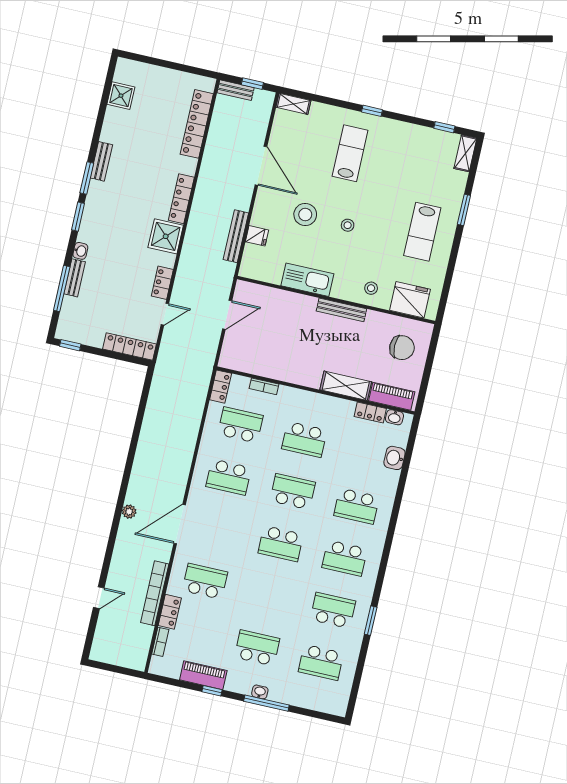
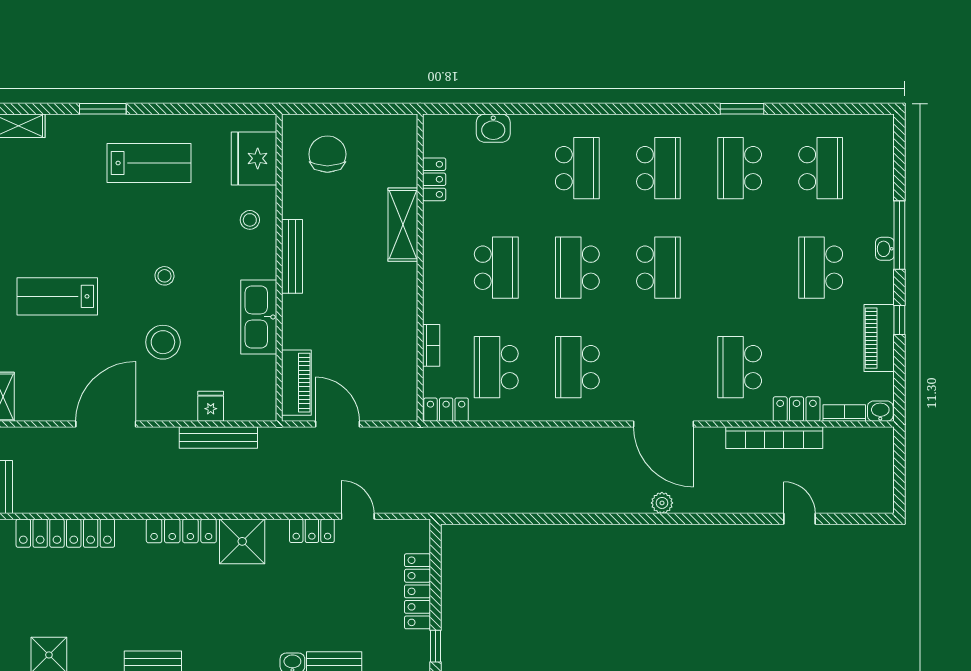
locker: (130, 347) -> (417, 591), moved
piano: (392, 396) -> (296, 383), moved, turned 180
washbasin: (394, 417) -> (880, 411), moved, turned -90
school desk: (229, 477) -> (577, 367), turned 180

